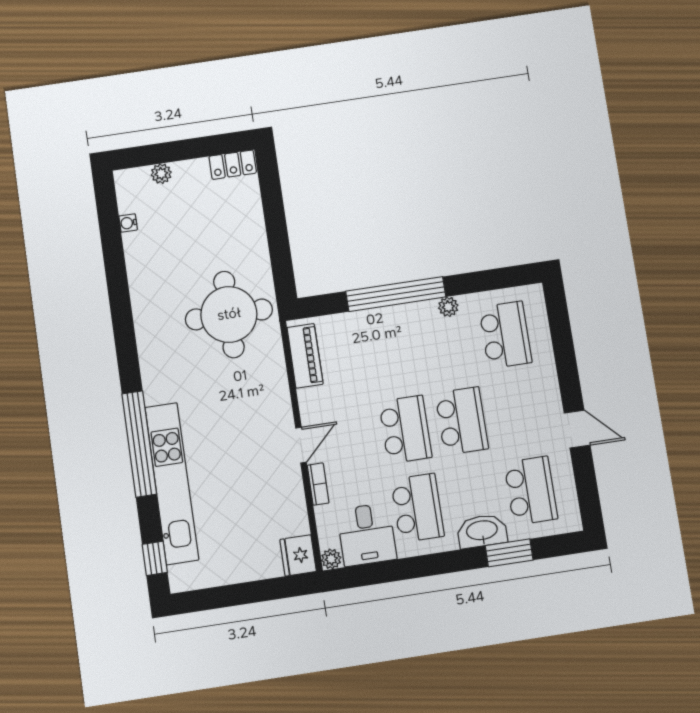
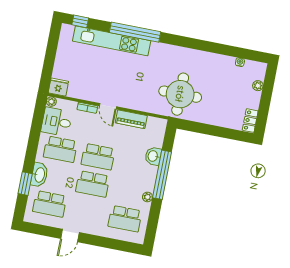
washbasin: (366, 324) -> (153, 156), added
piano: (305, 356) -> (131, 119), moved

